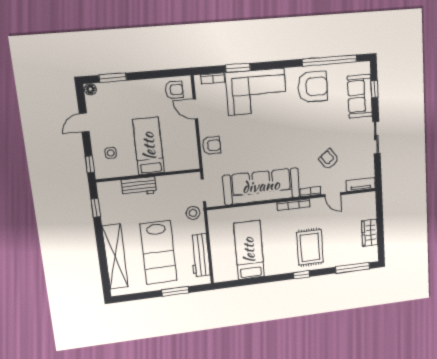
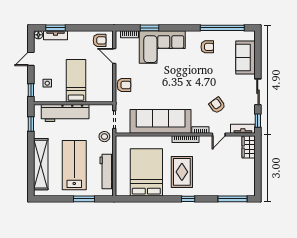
armchair: (313, 87) -> (207, 47), width x0.53, depth x0.53
tv unit: (114, 88) -> (55, 35), added
window: (374, 89) -> (258, 121), moved
workbench: (139, 186) -> (65, 113), width x1.88, depth x1.32
door: (333, 195) -> (219, 135), hinge flipped
wardrobe: (370, 233) -> (249, 147), moved
rug: (310, 247) -> (182, 172), moved
bed: (249, 250) -> (146, 172), width x1.50
lab bench: (158, 252) -> (74, 165), turned 180

